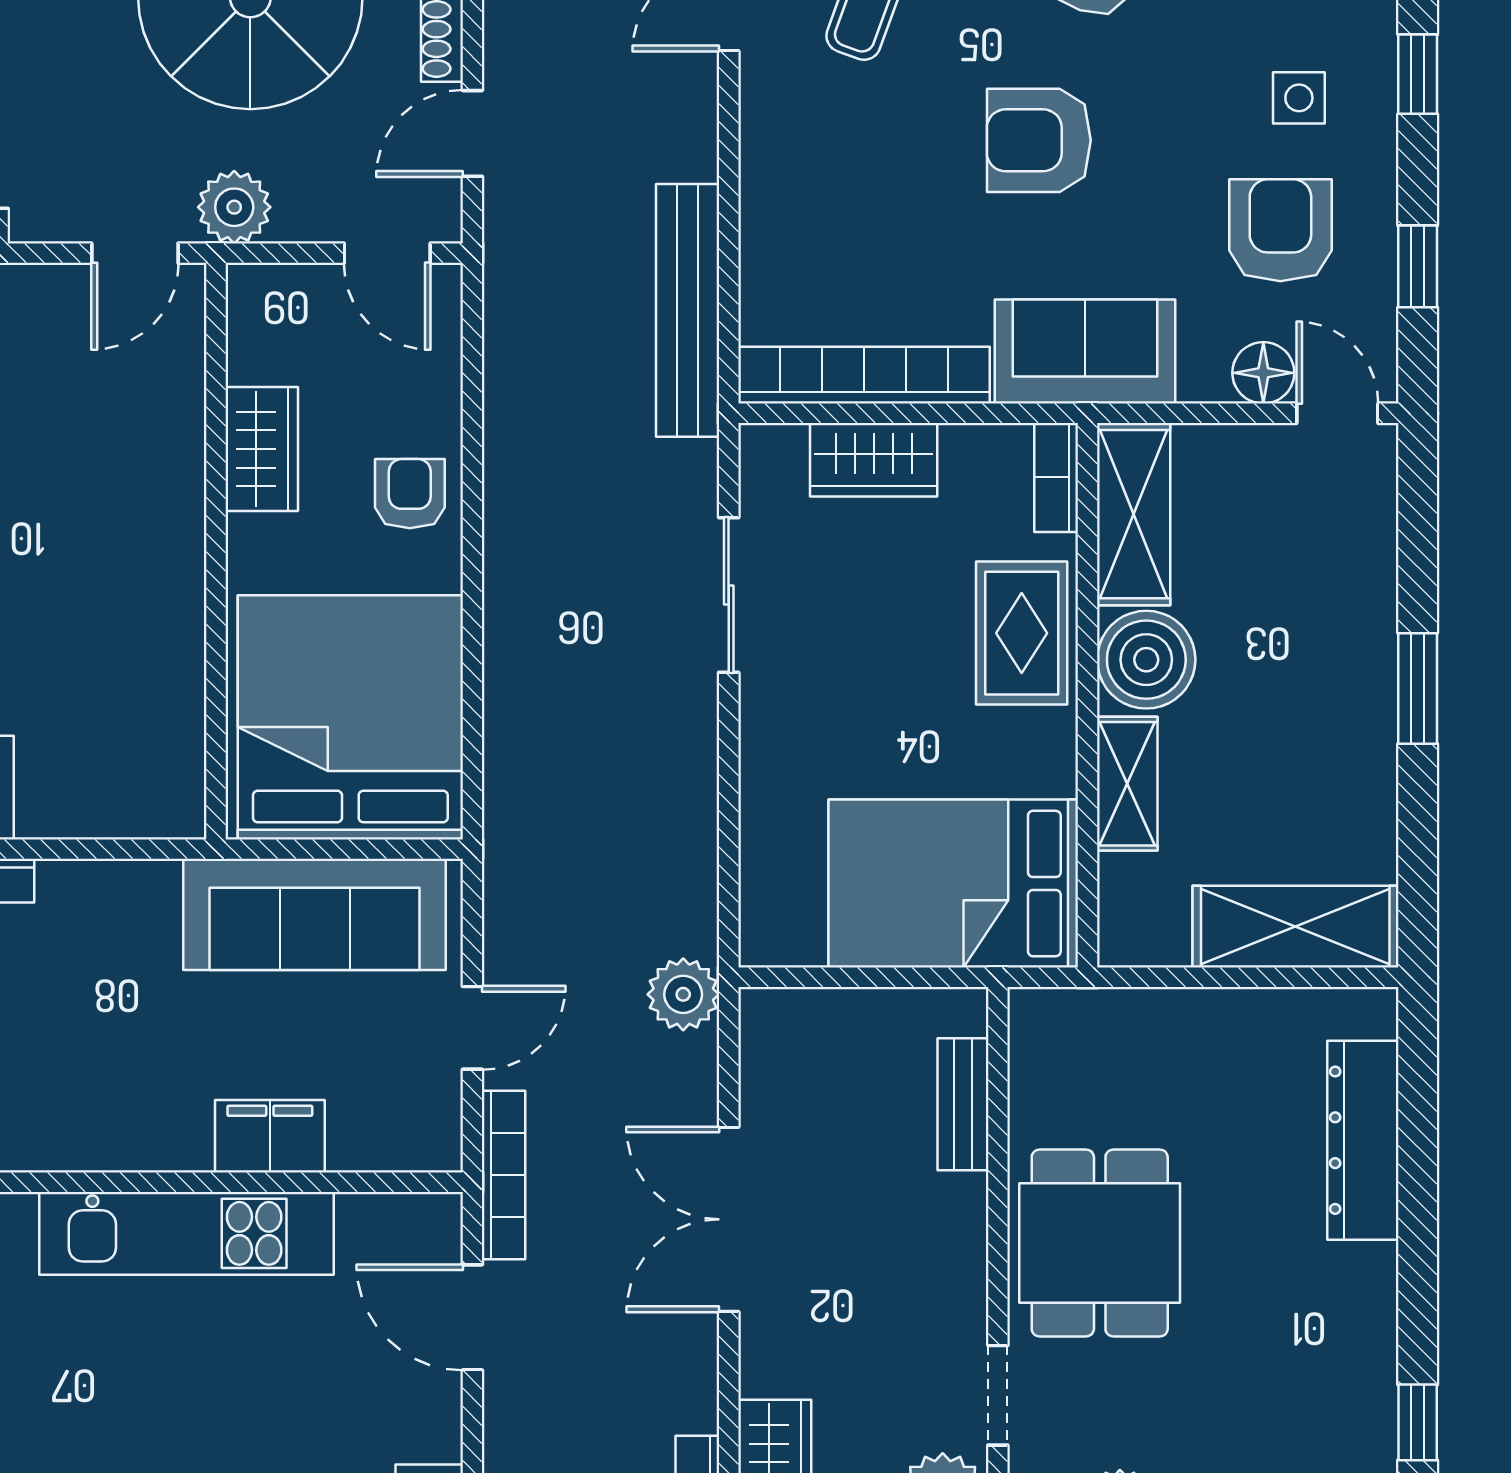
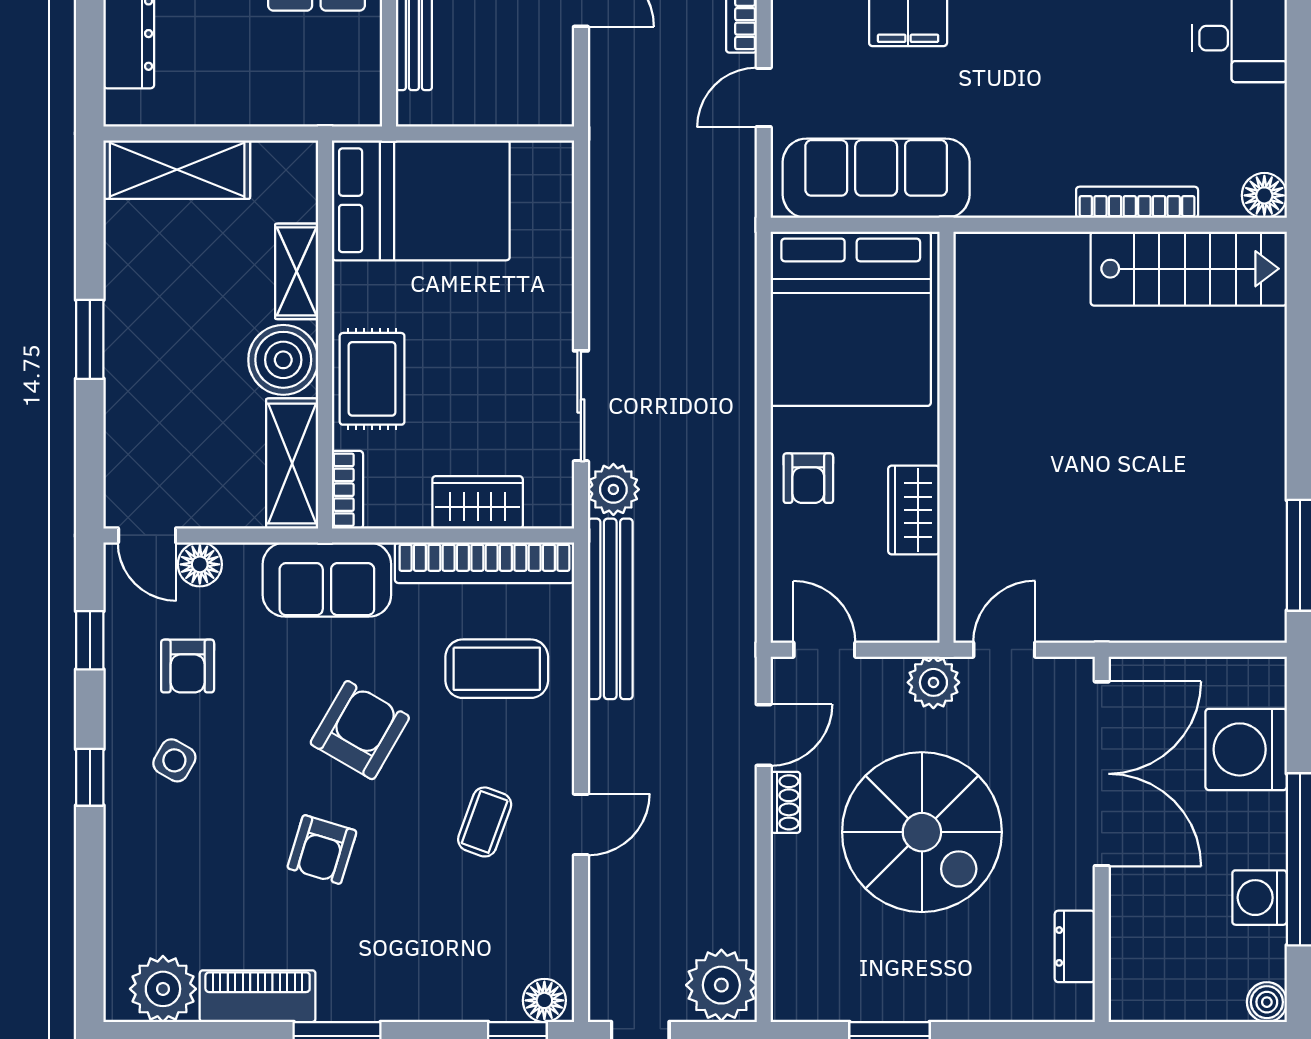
side table: (1299, 98) -> (174, 760), turned 30
armchair: (1039, 140) -> (360, 730), turned -60
coffee table: (847, 226) -> (497, 669), added
armchair: (1280, 230) -> (188, 666), width x0.72, depth x0.72
plant: (683, 994) -> (613, 489), moved

